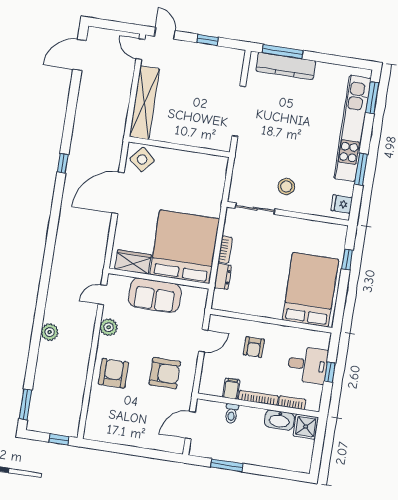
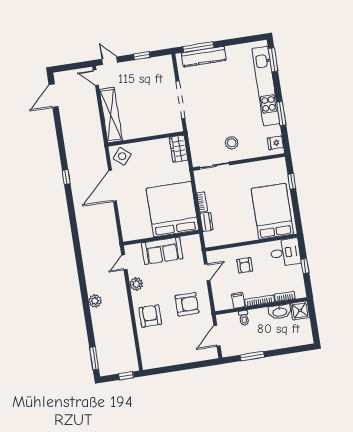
wardrobe: (133, 262) -> (179, 149), moved, turned -90
desk: (308, 365) -> (285, 252), moved

